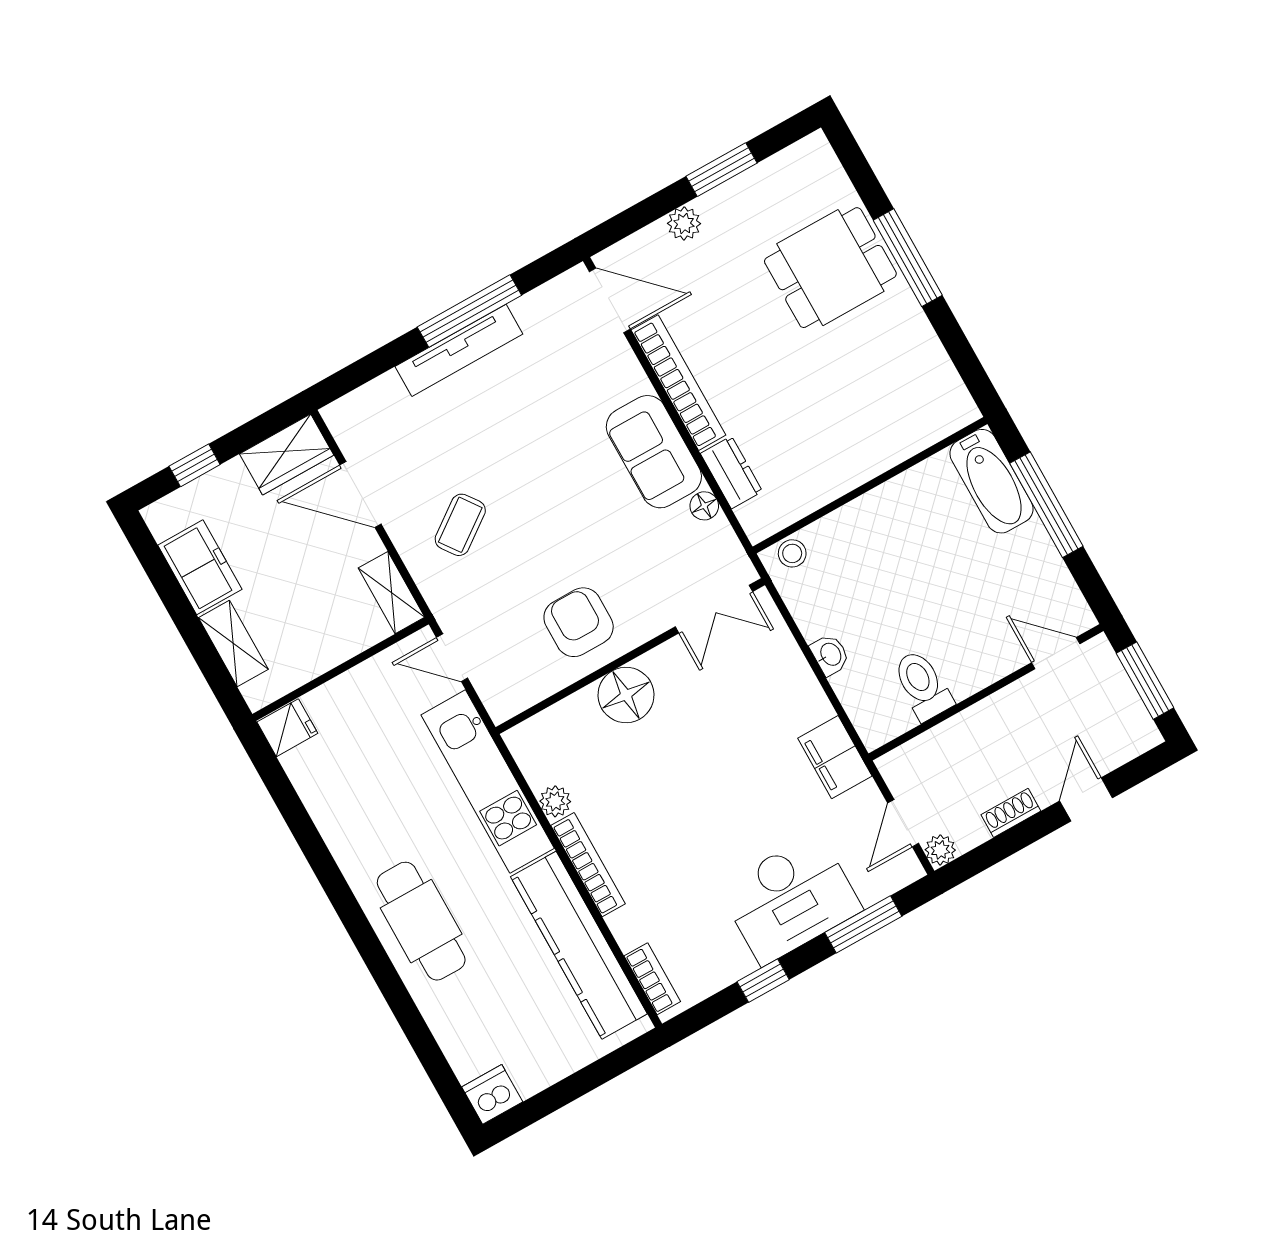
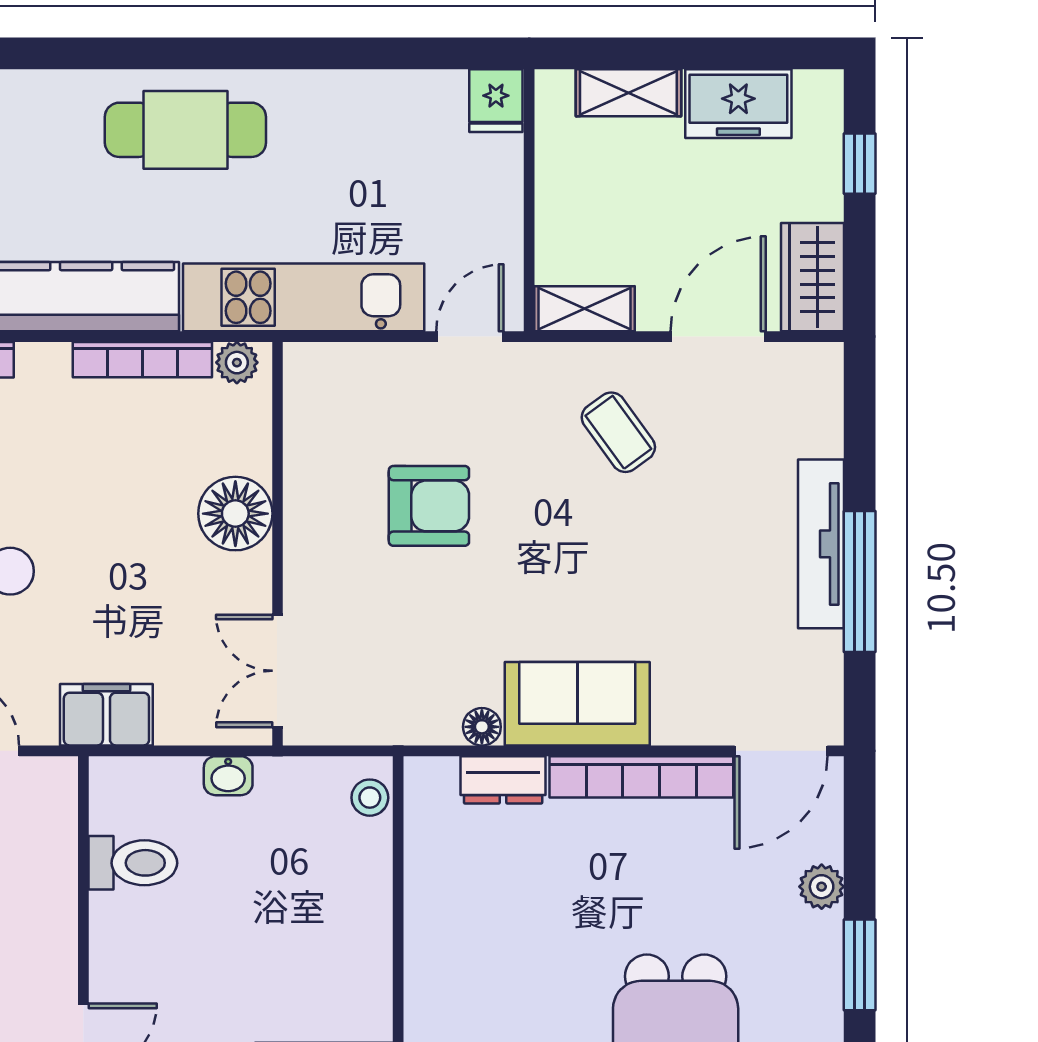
double door: (714, 609) -> (277, 671), moved
wall: (630, 656) -> (277, 544), moved
floor lamp: (626, 695) -> (235, 514), moved

